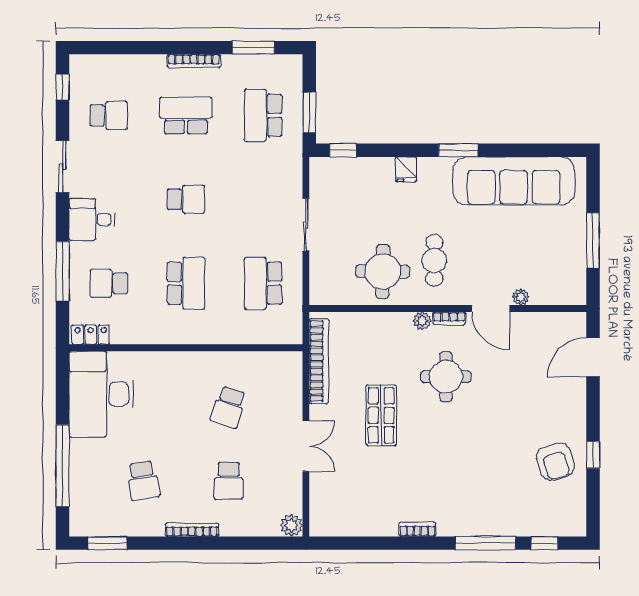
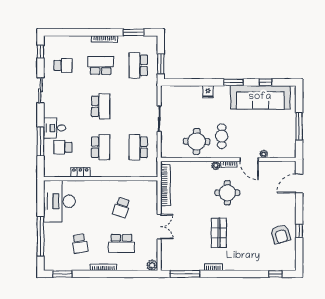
window: (343, 150) -> (265, 82), moved
school desk: (186, 199) -> (101, 106), width x1.85
desk: (92, 220) -> (55, 128), moved
locker: (91, 335) -> (80, 172), moved
shop shelf: (381, 415) -> (219, 233), moved
school desk: (229, 481) -> (121, 243), width x1.85
window: (485, 543) -> (185, 274), moved

